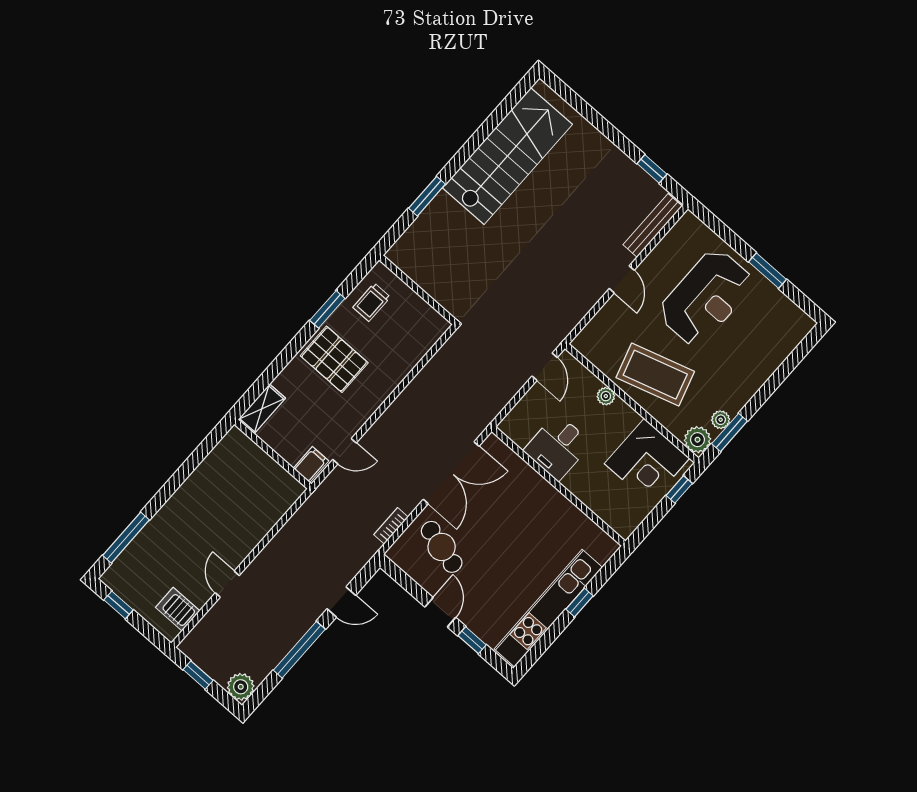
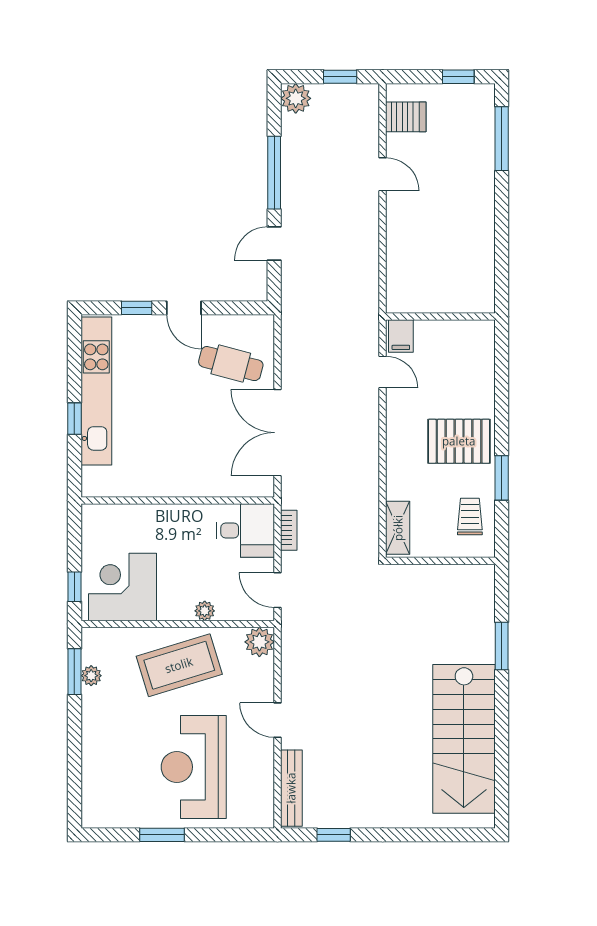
shelving: (262, 409) -> (398, 528), moved
plant: (698, 440) -> (259, 642), moved
desk: (558, 447) -> (245, 531), moved, turned 90
door: (345, 451) -> (383, 372), swing flipped
bookcase: (391, 526) -> (289, 530), moved

